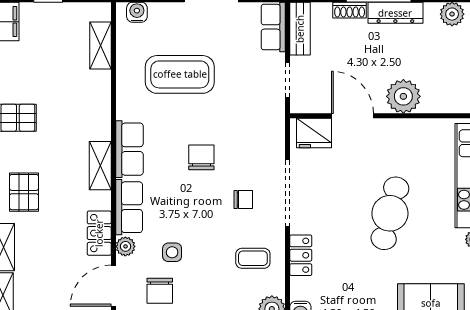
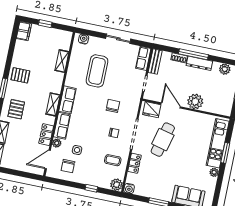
shelving: (101, 45) -> (62, 61), moved
coffee table: (180, 74) -> (97, 71), turned 90
chair: (201, 157) -> (113, 106), moved
cafe table: (390, 213) -> (163, 140), moved

